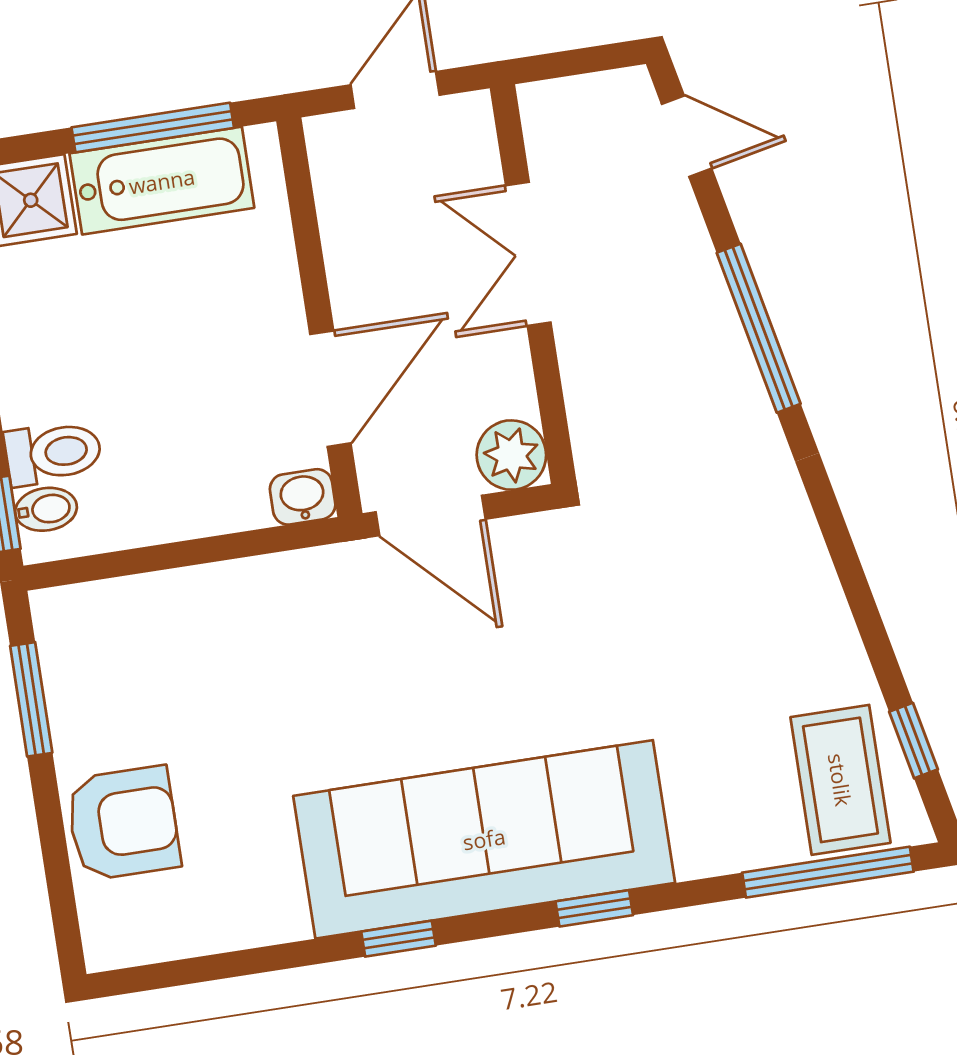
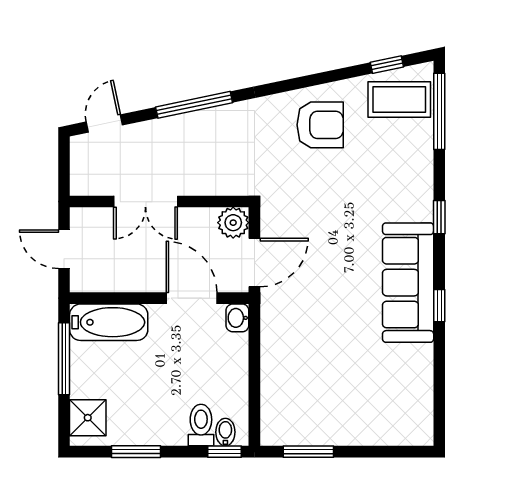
bathtub: (162, 181) -> (109, 322), moved, turned 90
armchair: (123, 823) -> (320, 125), moved, turned 90
sofa: (484, 839) -> (408, 283), width x0.74, depth x0.79

